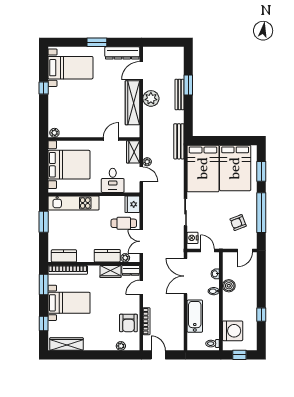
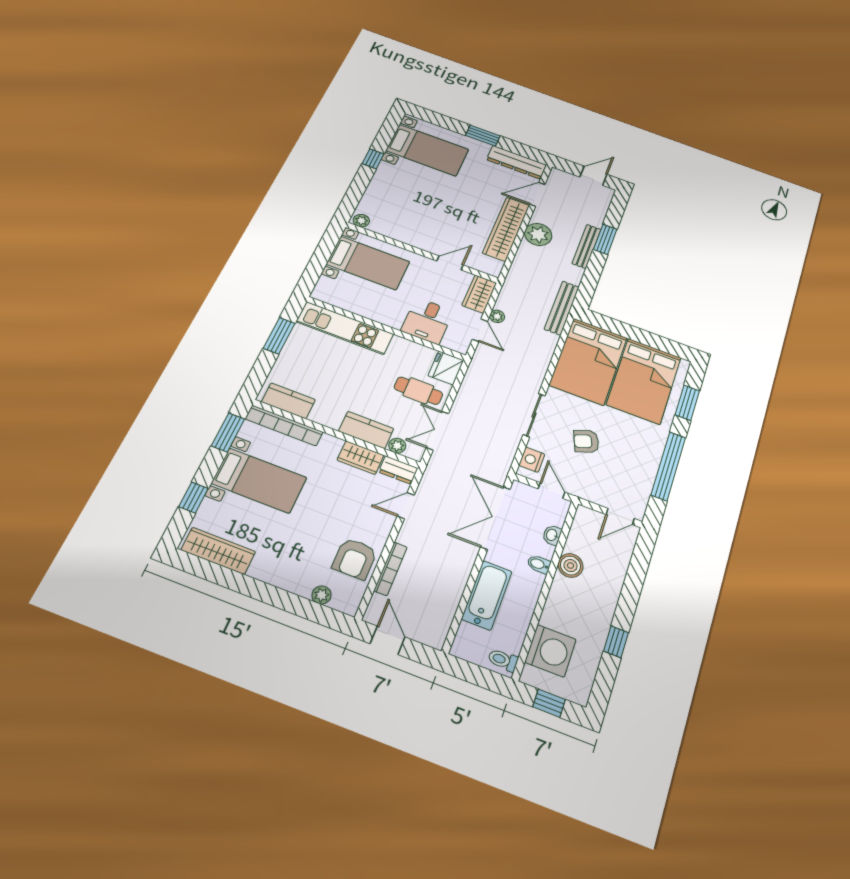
door: (168, 42) -> (593, 176), added
bed with nightstands: (69, 165) -> (368, 263), width x0.73
armchair: (238, 223) -> (586, 441), moved

